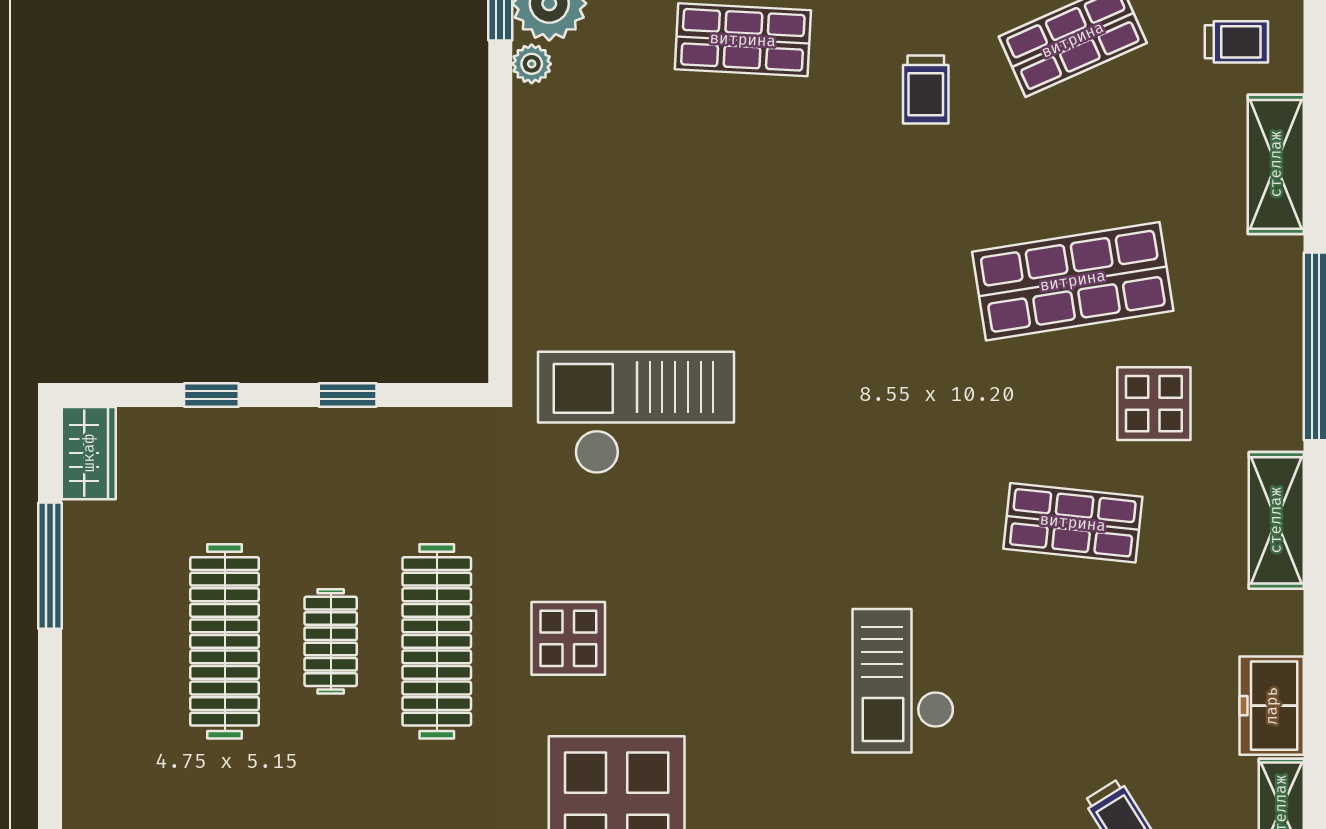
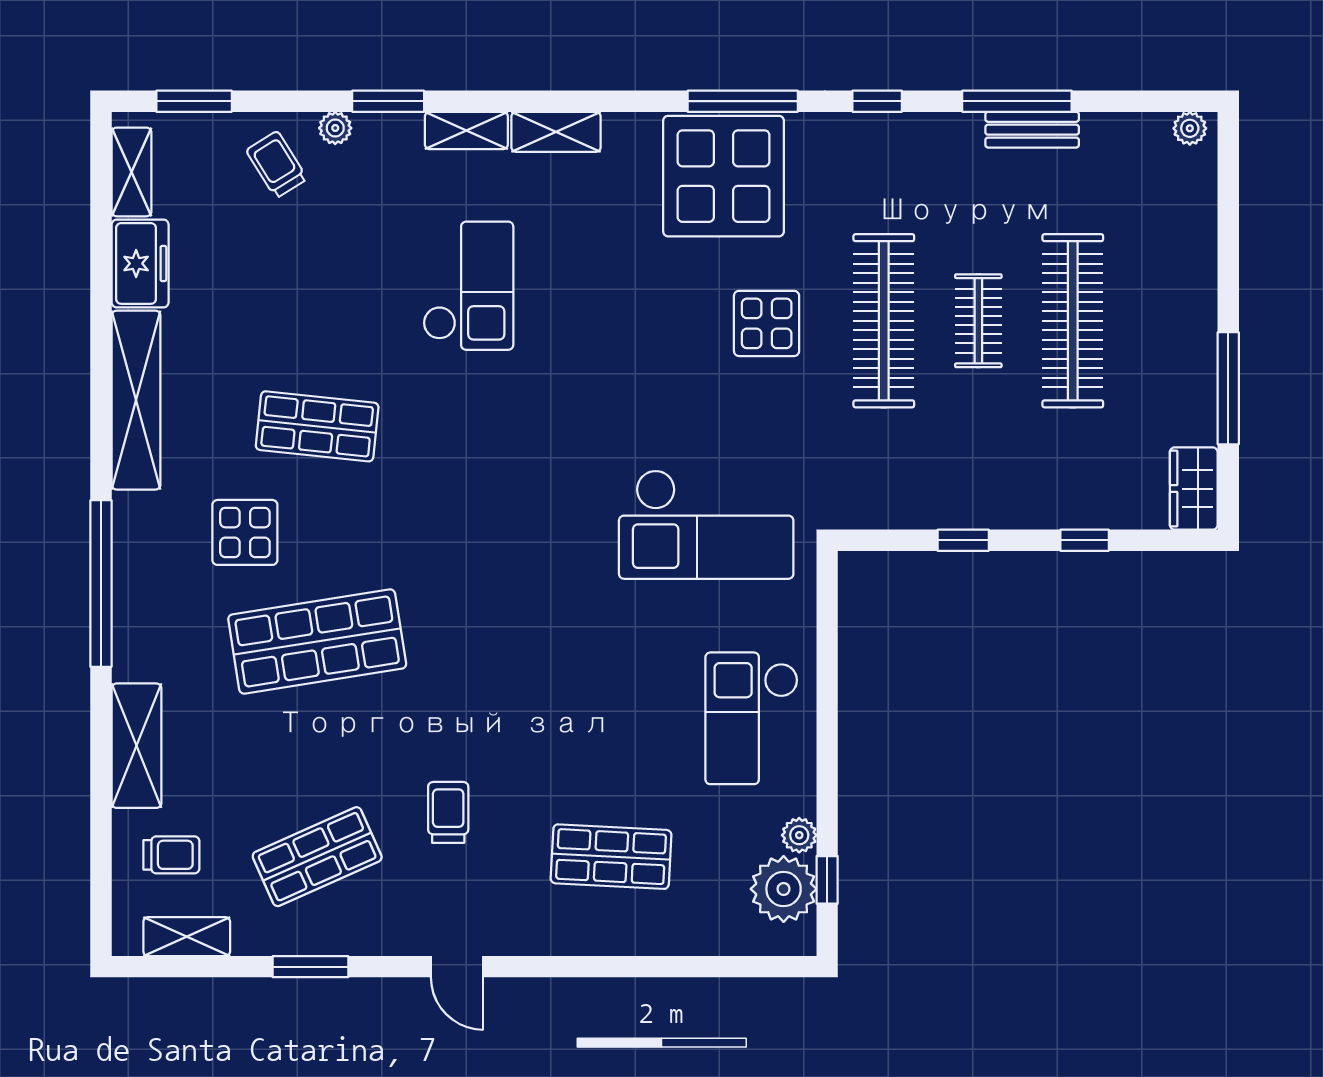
trolley: (1236, 42) -> (171, 855), turned 180
checkout: (585, 195) -> (752, 718), added
shelving: (1276, 520) -> (136, 400), width x1.47

